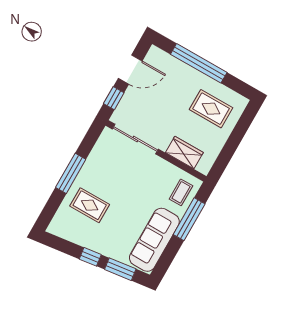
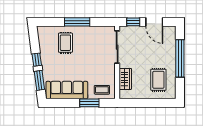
window: (189, 219) -> (89, 103), width x0.69

